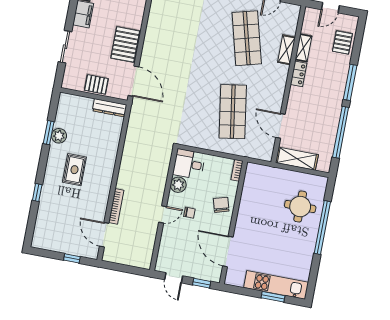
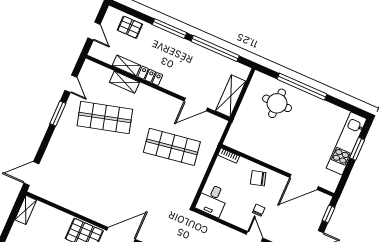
plant: (178, 185) -> (230, 215), removed

